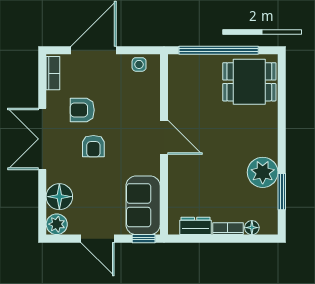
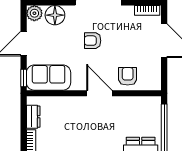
side table: (139, 64) -> (154, 75), removed
armchair: (82, 110) -> (128, 76), moved
door: (164, 137) -> (99, 93), swing flipped

